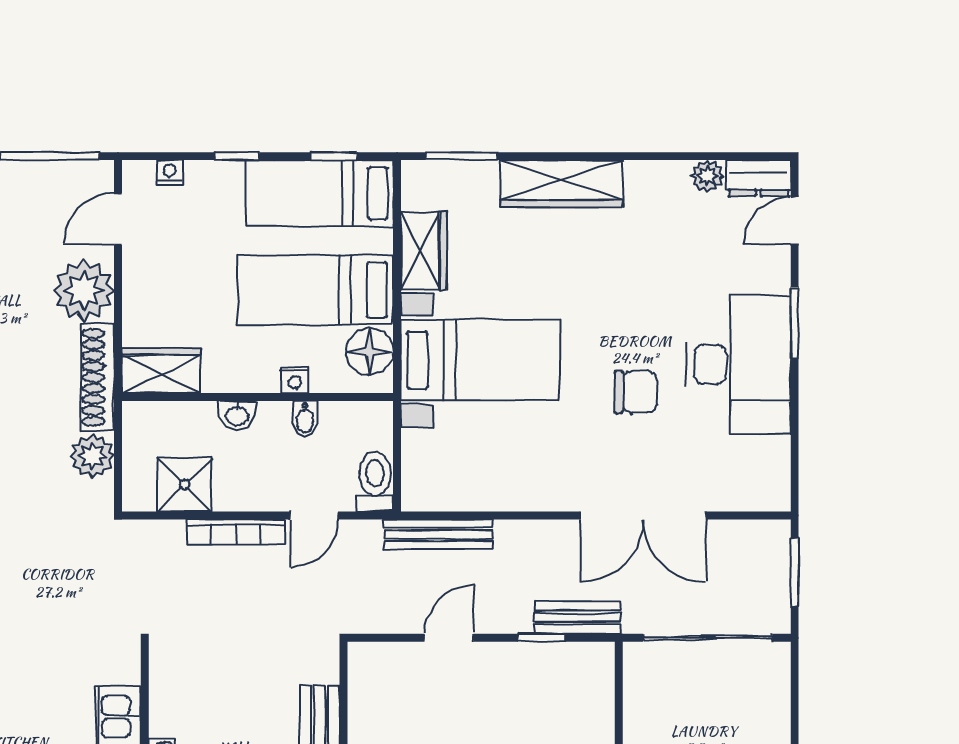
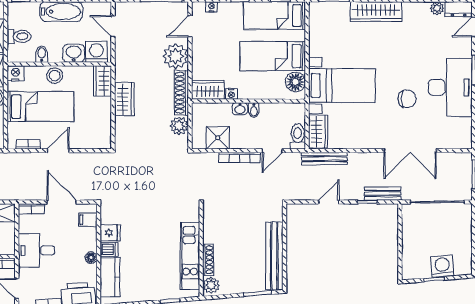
wardrobe: (424, 250) -> (318, 131), moved
nightstand: (294, 380) -> (231, 94), moved
bidet: (305, 419) -> (254, 110), moved

